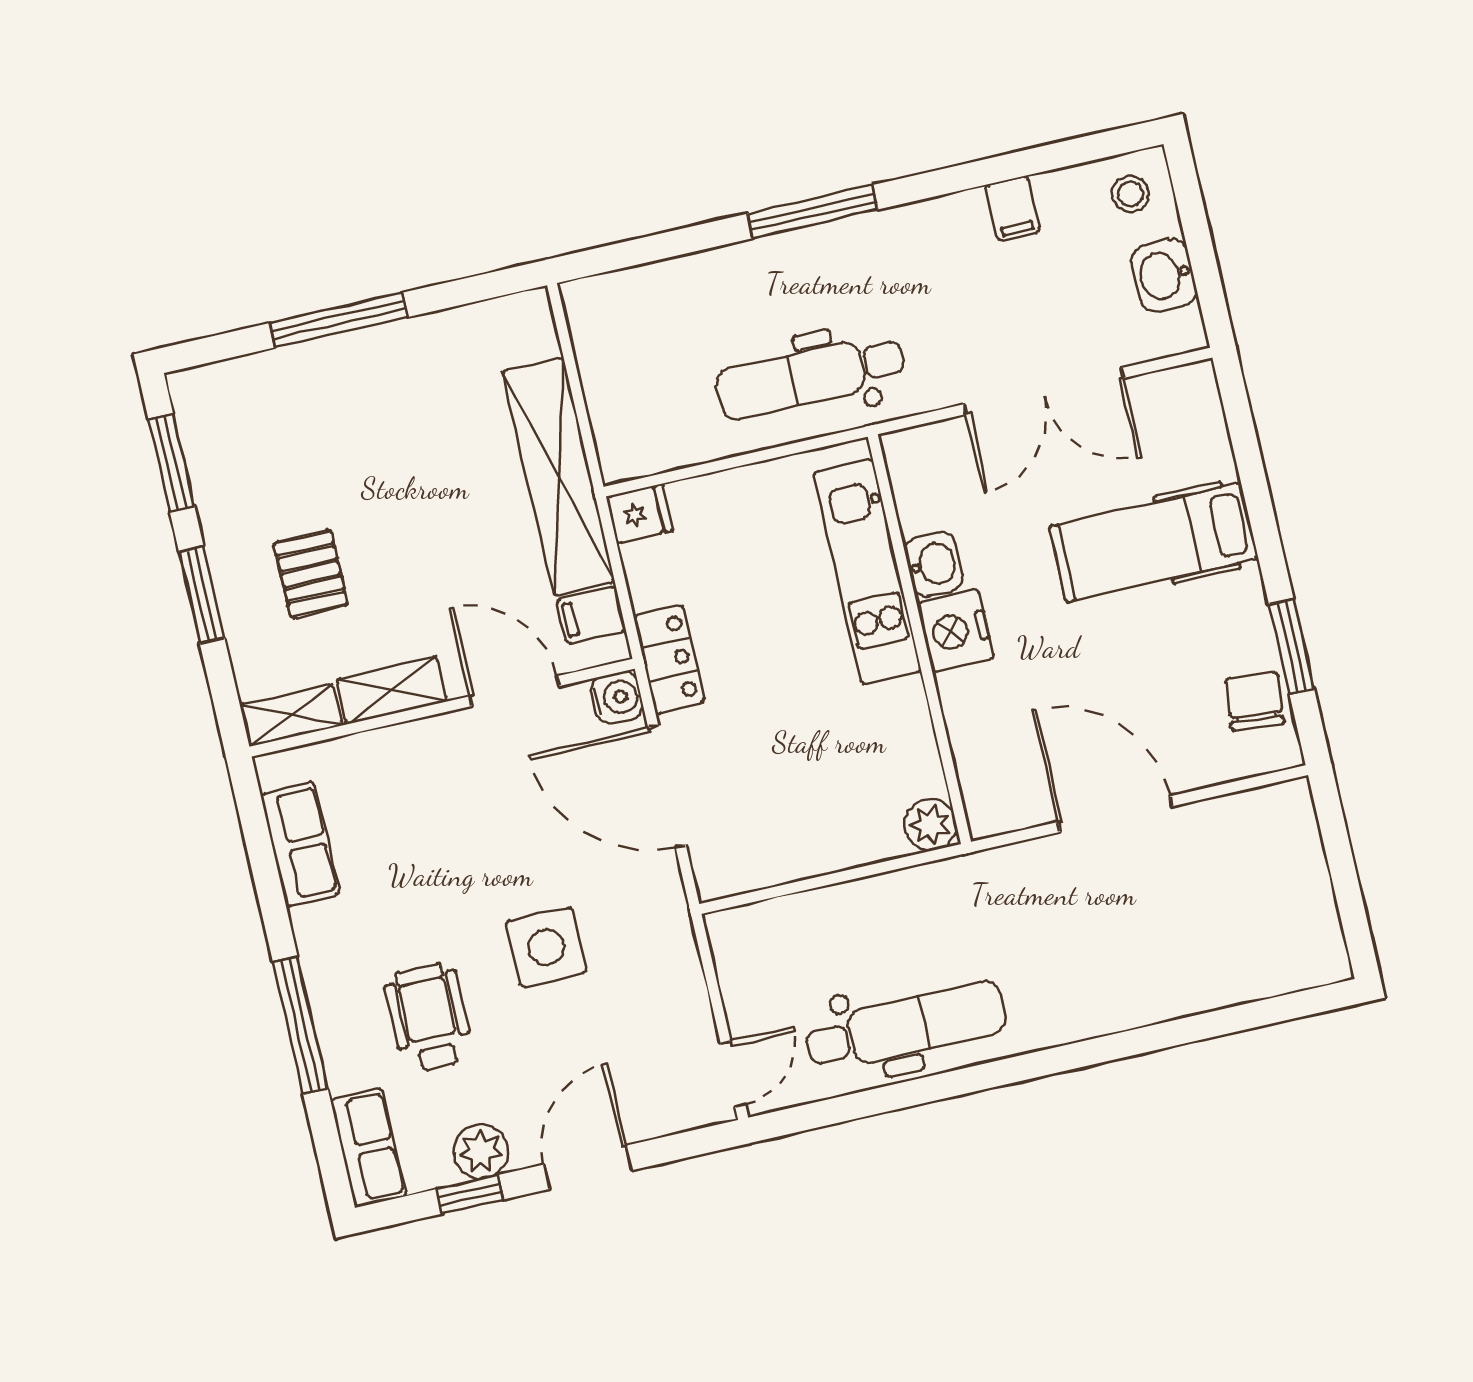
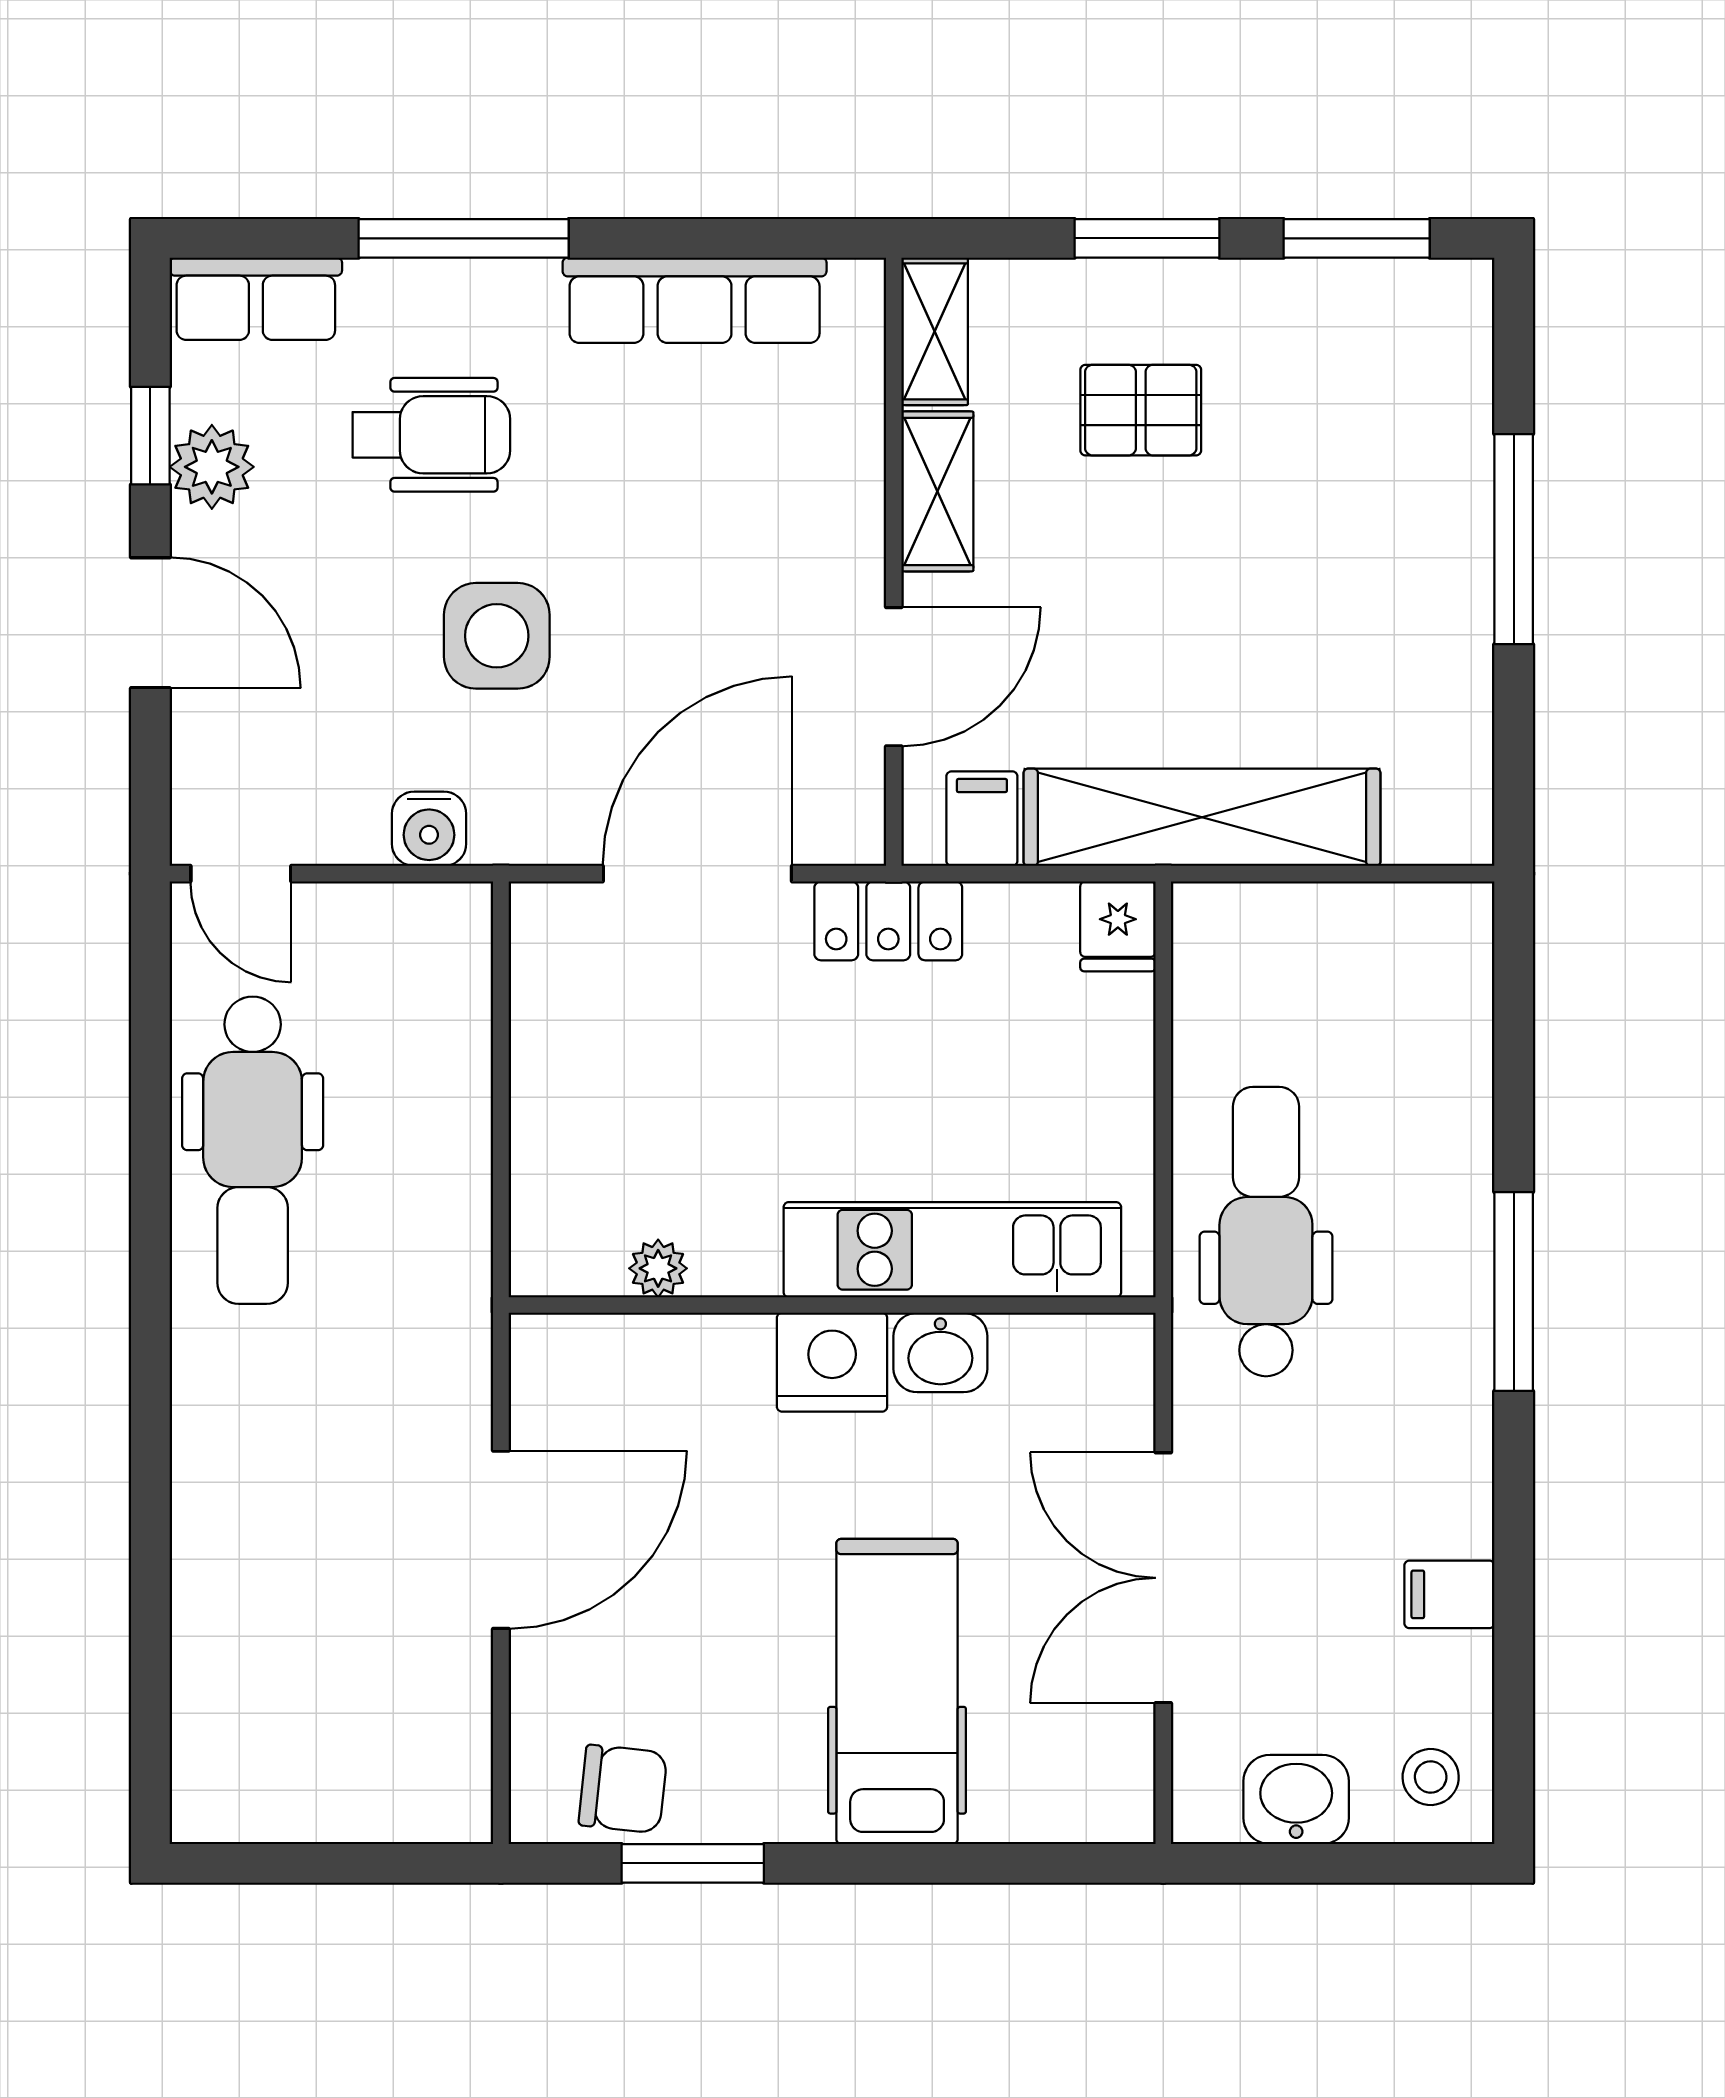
water cooler: (617, 697) -> (429, 829), moved
plant: (930, 825) -> (658, 1268), moved, width x0.73, depth x0.73
row of seats: (300, 844) -> (695, 300), width x1.48

